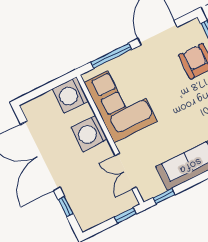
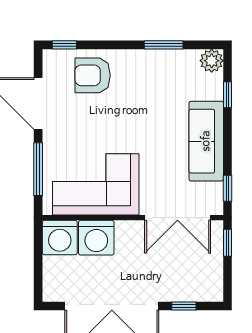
washing machine: (89, 134) -> (96, 238), moved
double door: (126, 171) -> (178, 218), width x1.37

